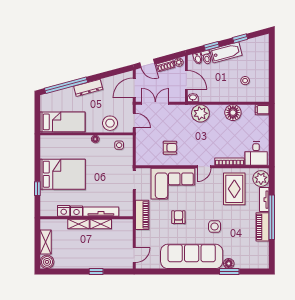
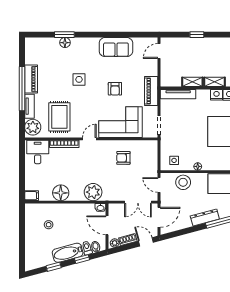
tv unit: (101, 212) -> (178, 94), moved
sofa: (192, 256) -> (116, 47), width x0.54, depth x0.79

